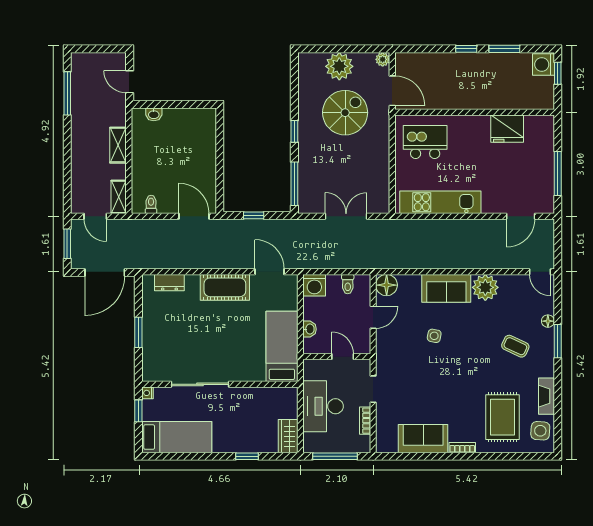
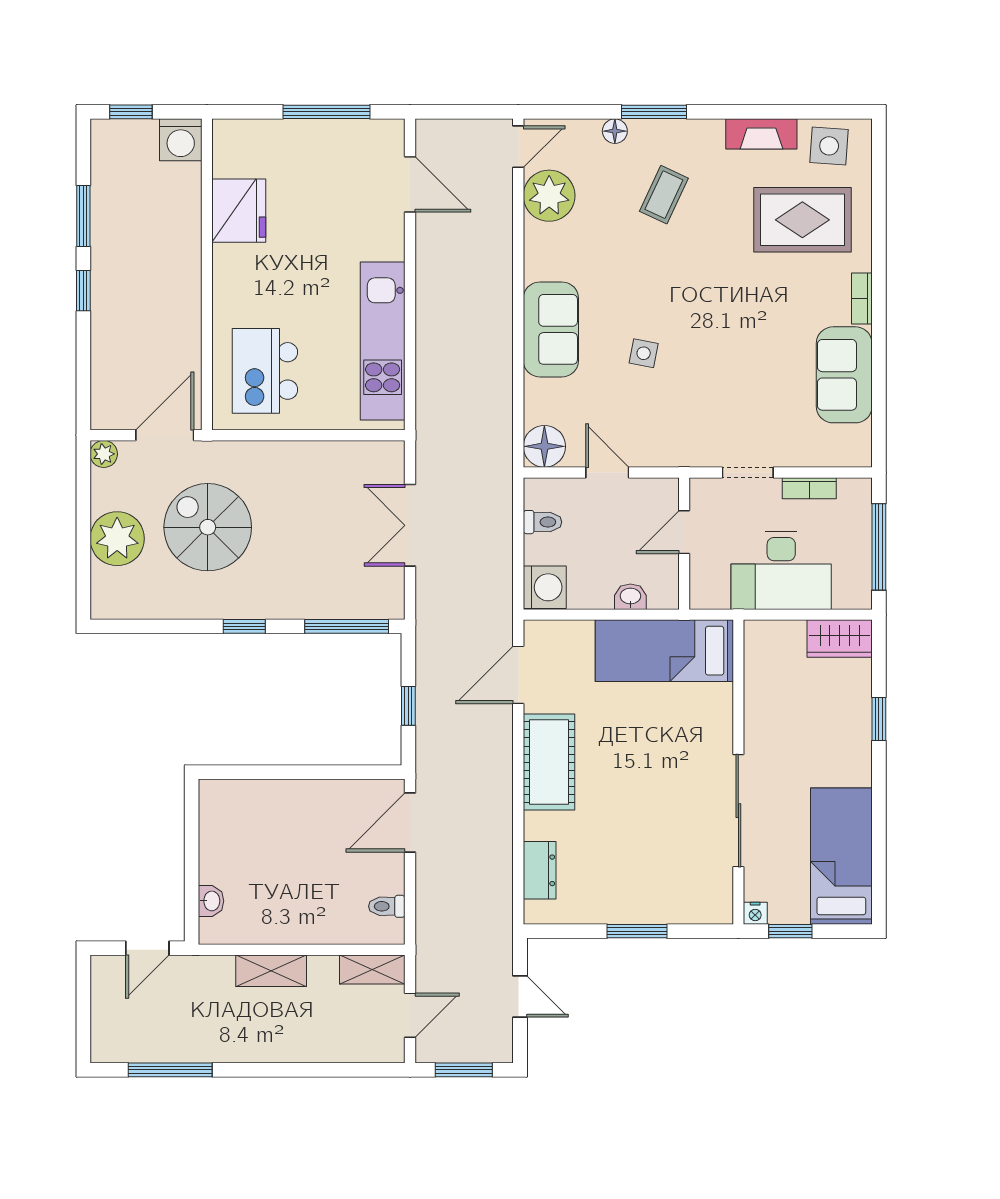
washing machine: (543, 65) -> (181, 140), moved
door: (105, 273) -> (520, 997), width x0.53
plant: (485, 287) -> (549, 196), moved

